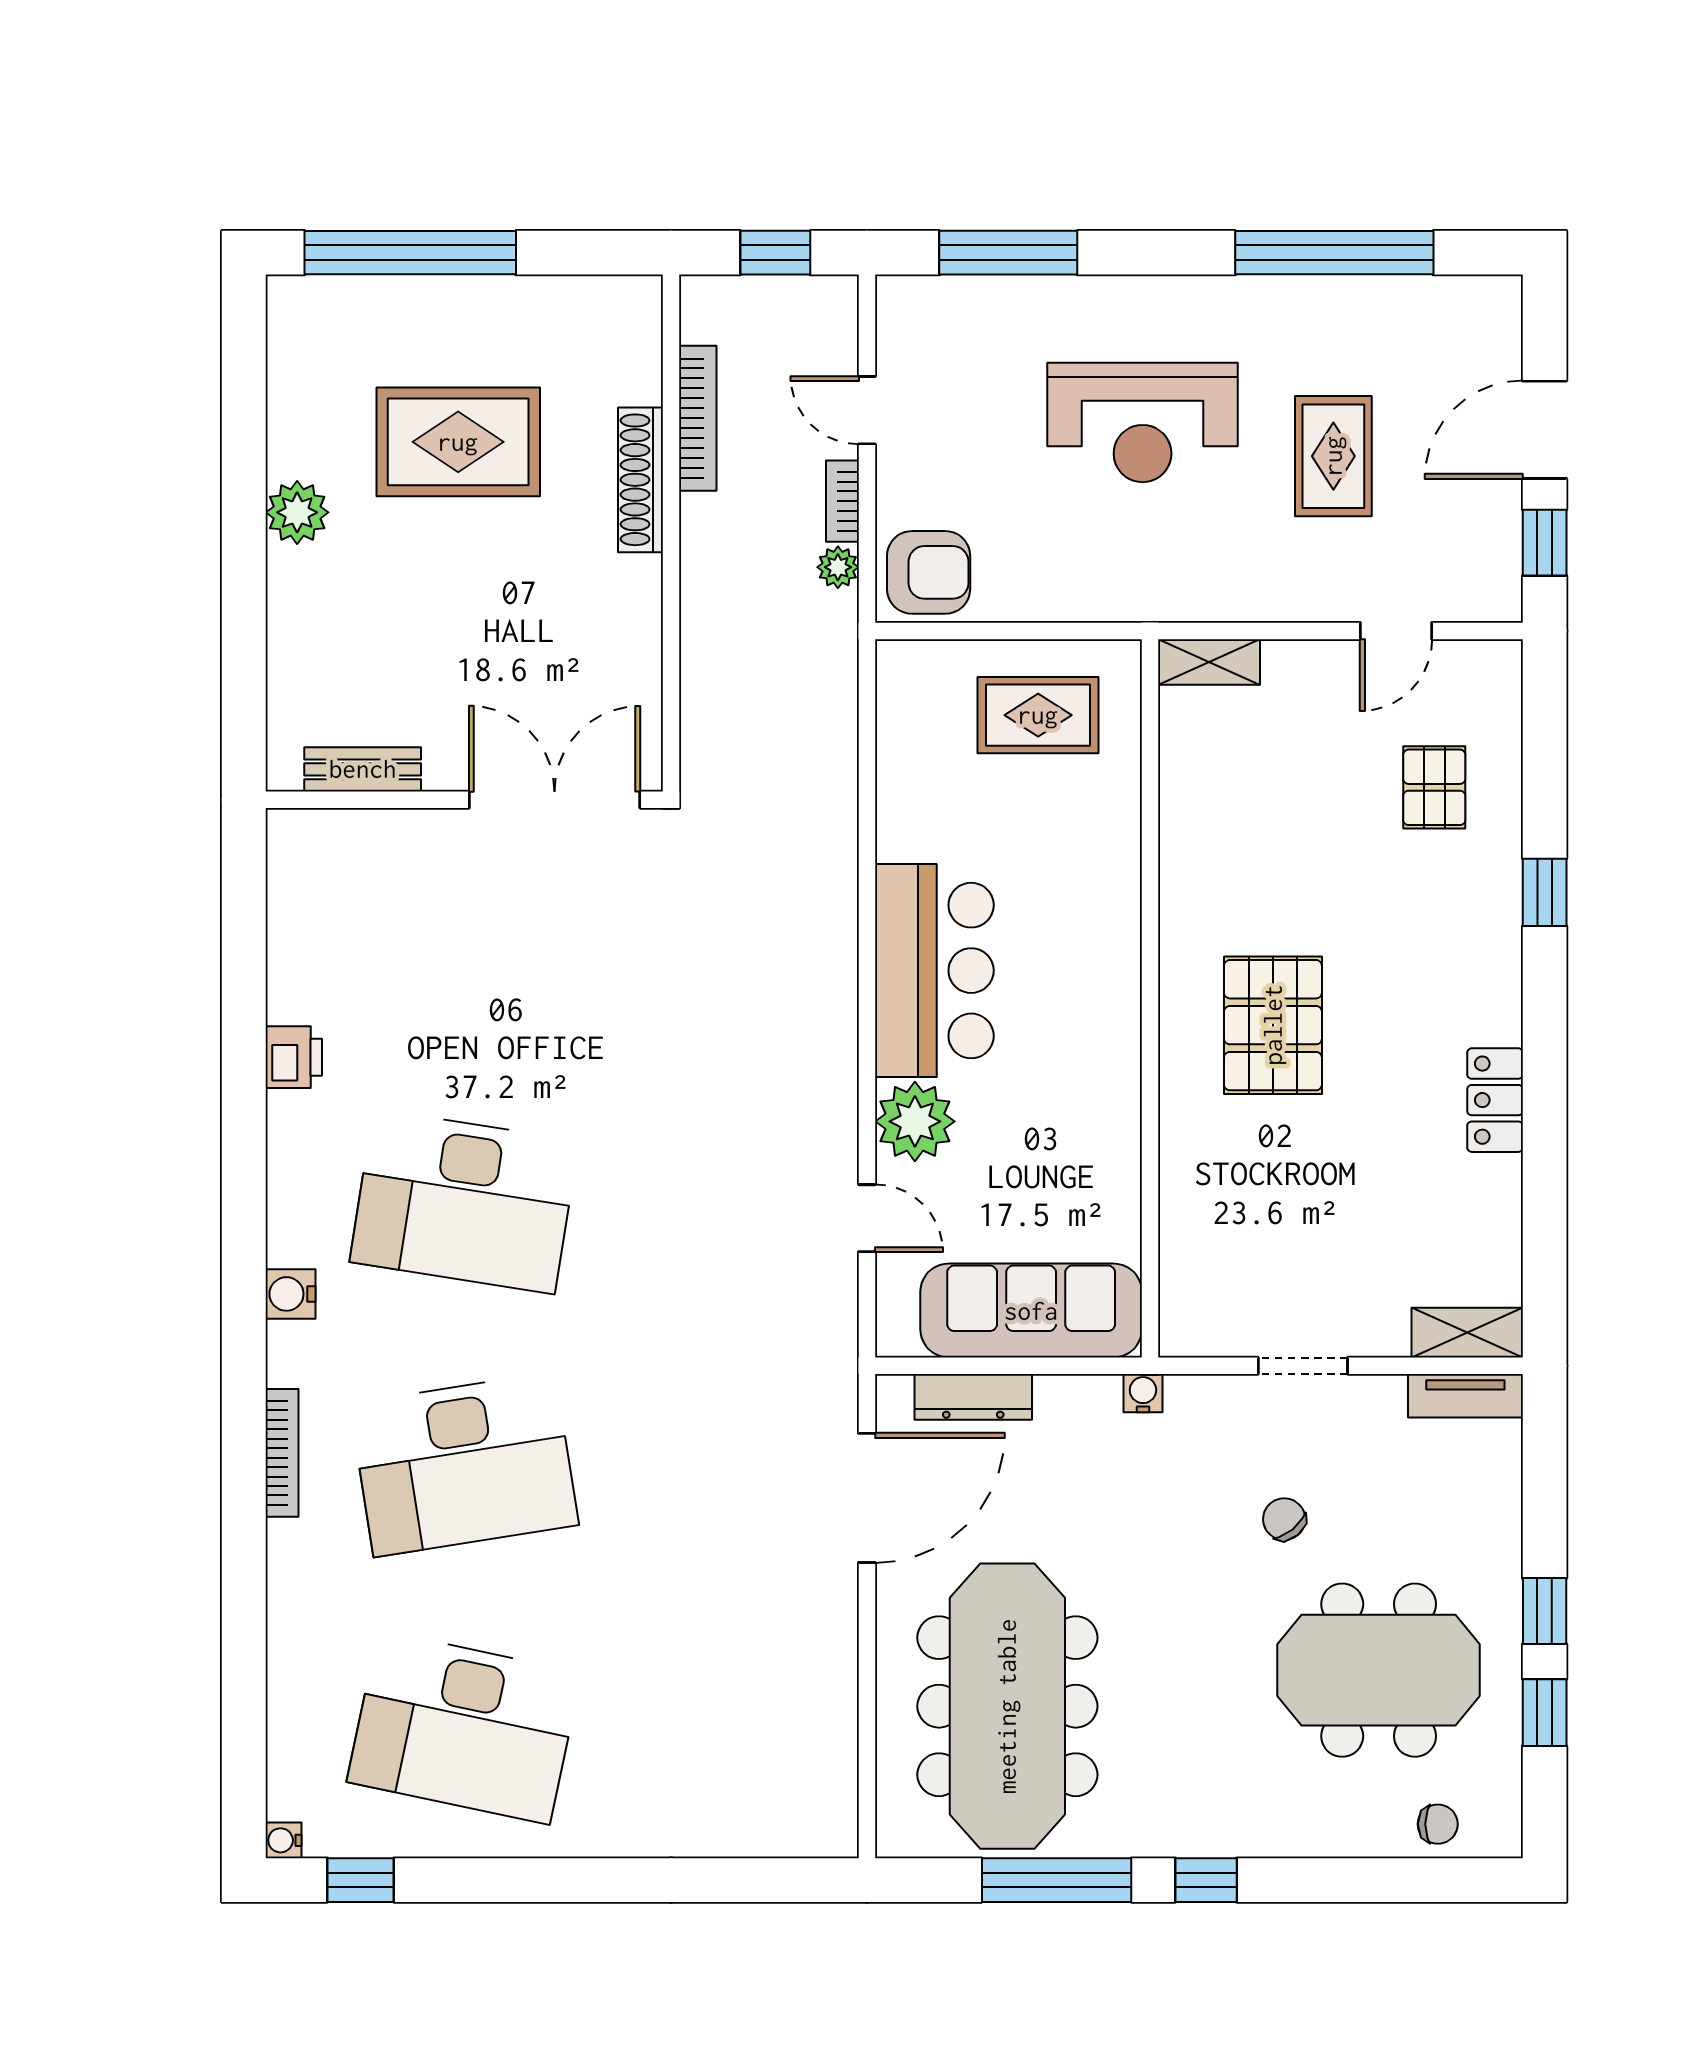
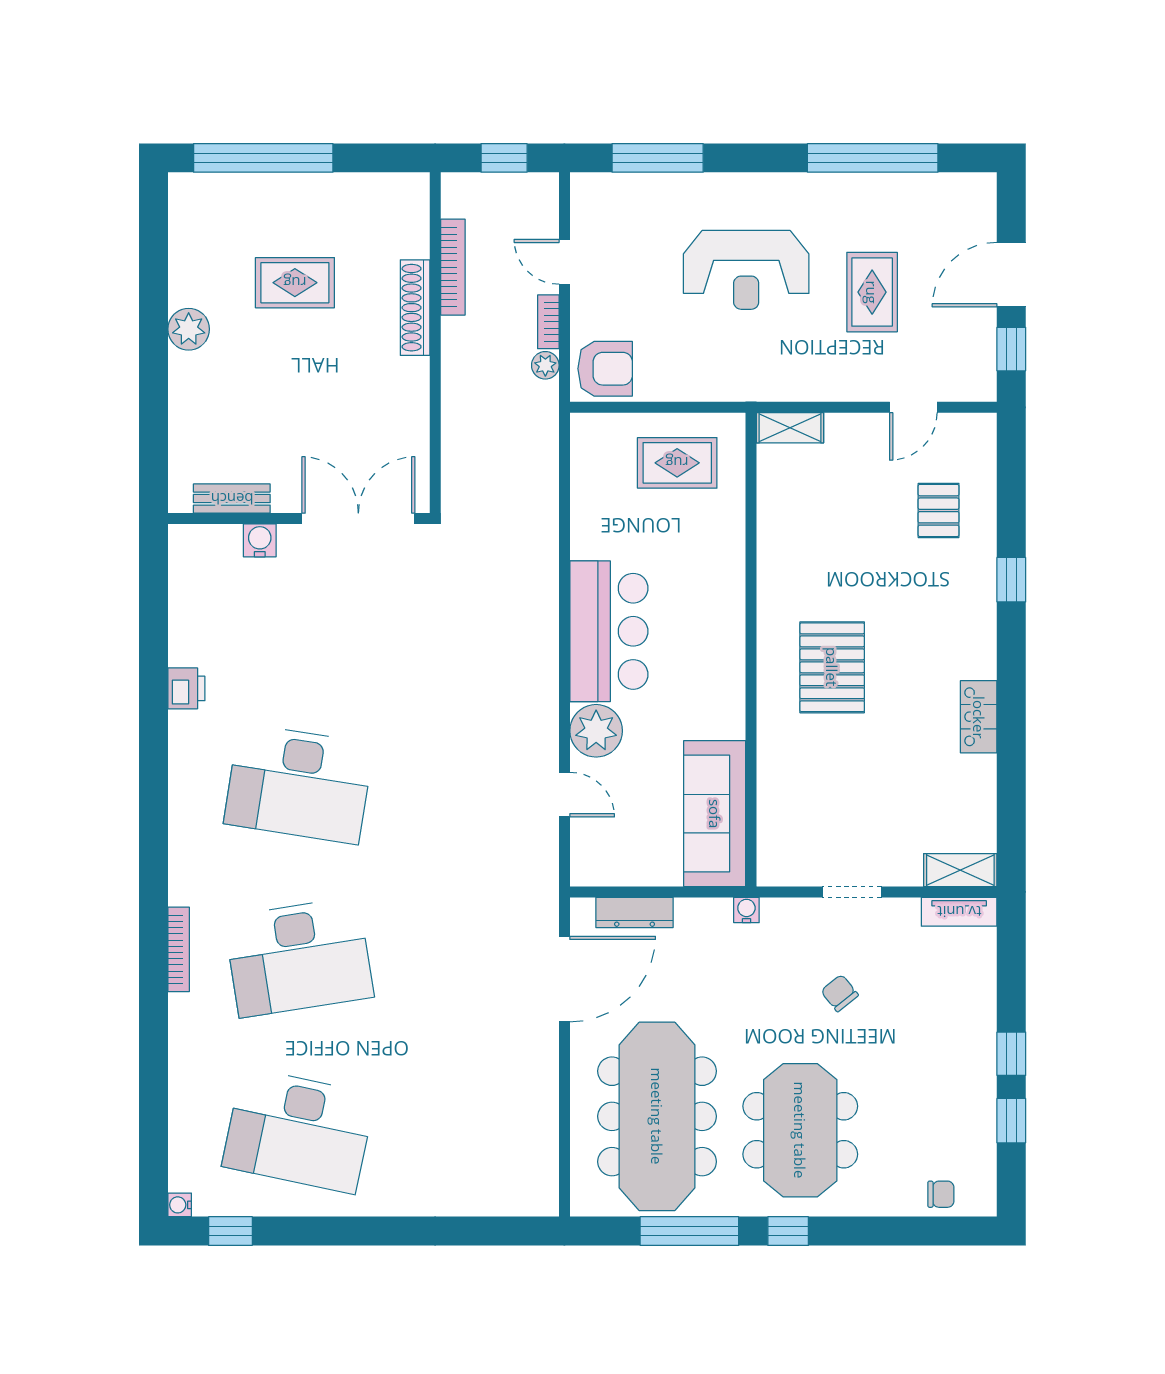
rug: (458, 442) -> (295, 283), width x0.73, depth x0.70
water cooler: (290, 1294) -> (260, 540), moved, turned 90
sofa: (1031, 1311) -> (715, 814), moved, turned -90
meeting table: (1379, 1670) -> (800, 1130), moved, turned 90

